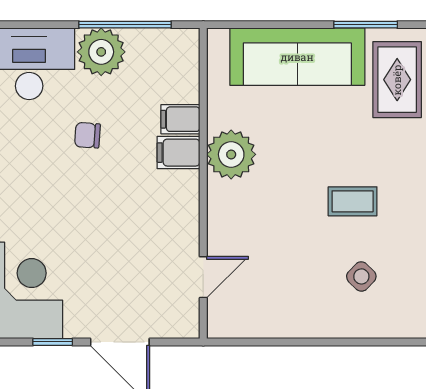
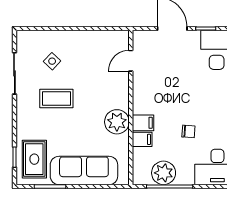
plant: (101, 52) -> (164, 173), moved
coffee table: (353, 201) -> (56, 99), width x1.36, depth x1.30

